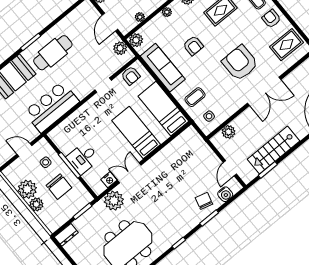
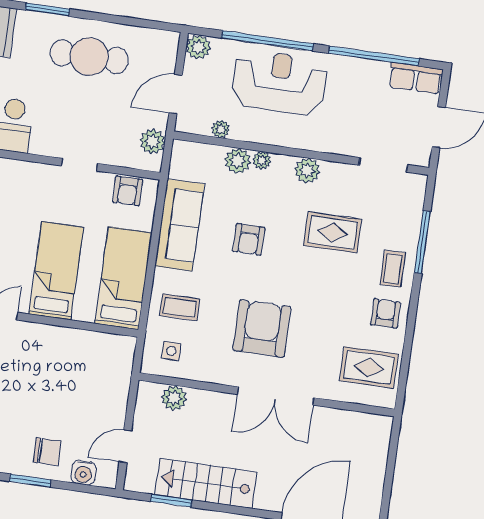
plant: (136, 40) -> (238, 161), moved
cafe table: (53, 53) -> (89, 57), moved
armchair: (240, 63) -> (262, 328), moved
chair: (204, 201) -> (47, 452), turned 75

